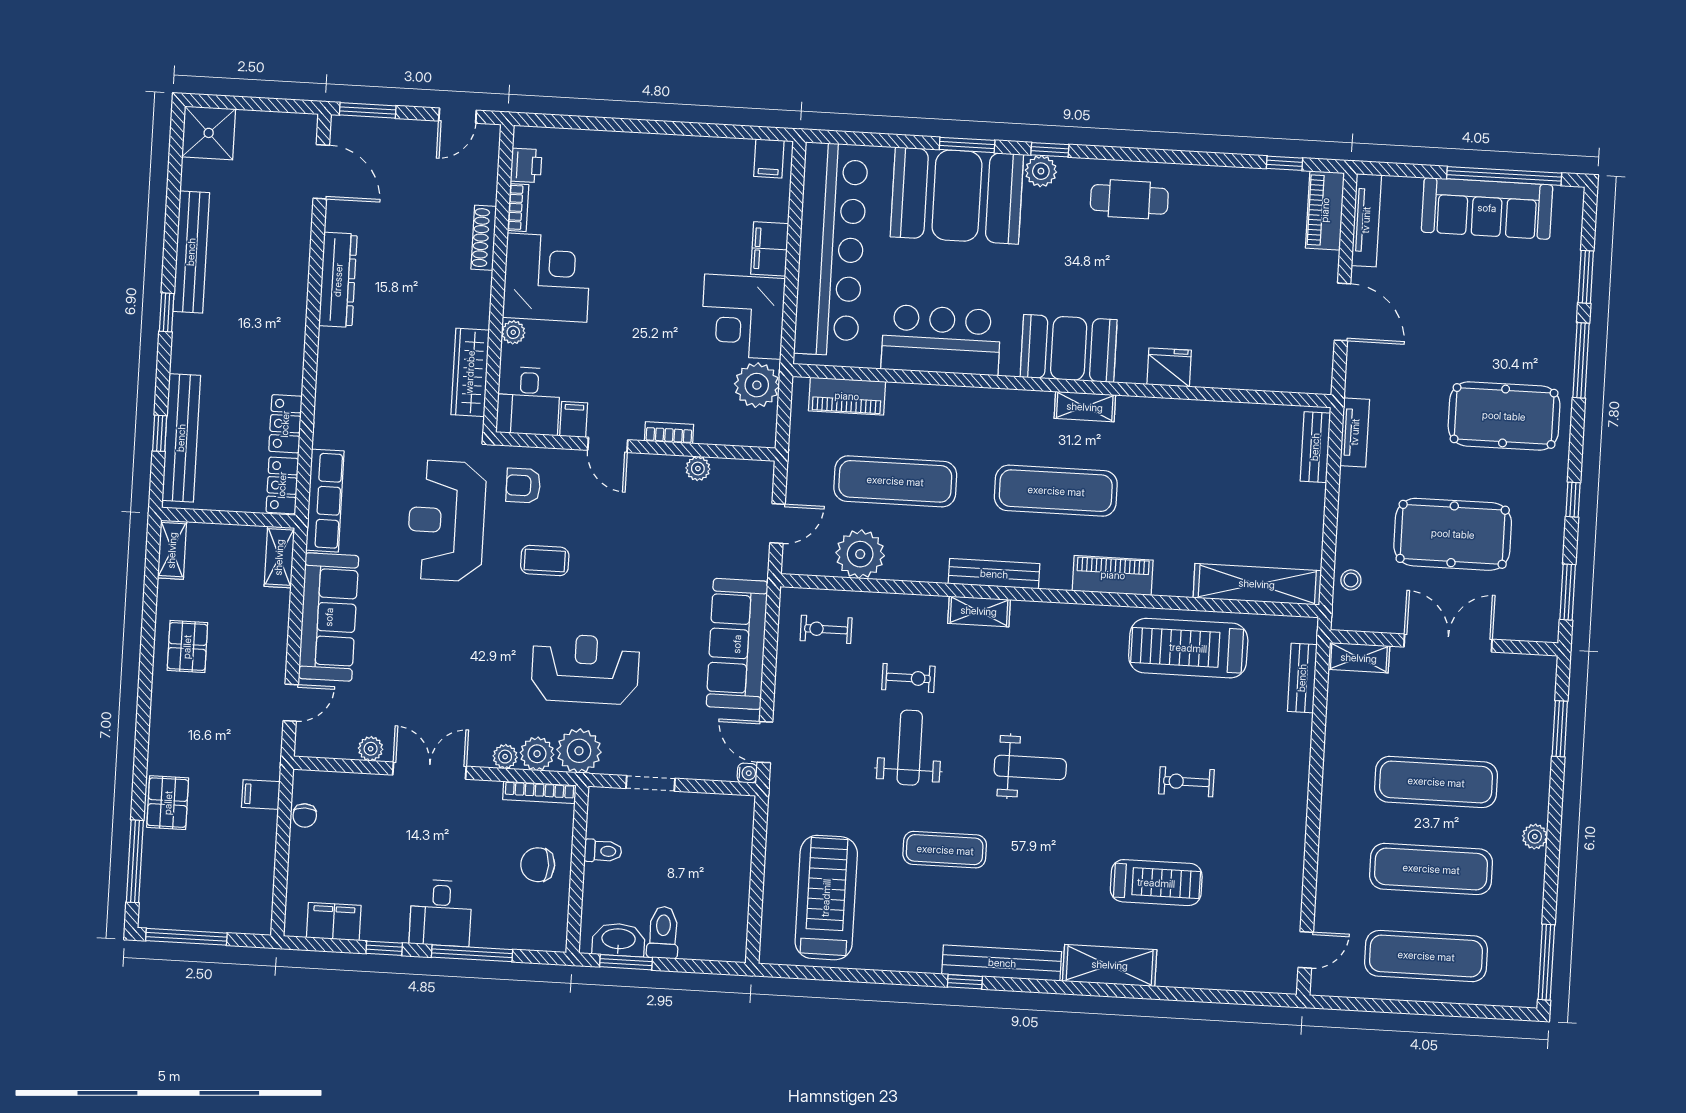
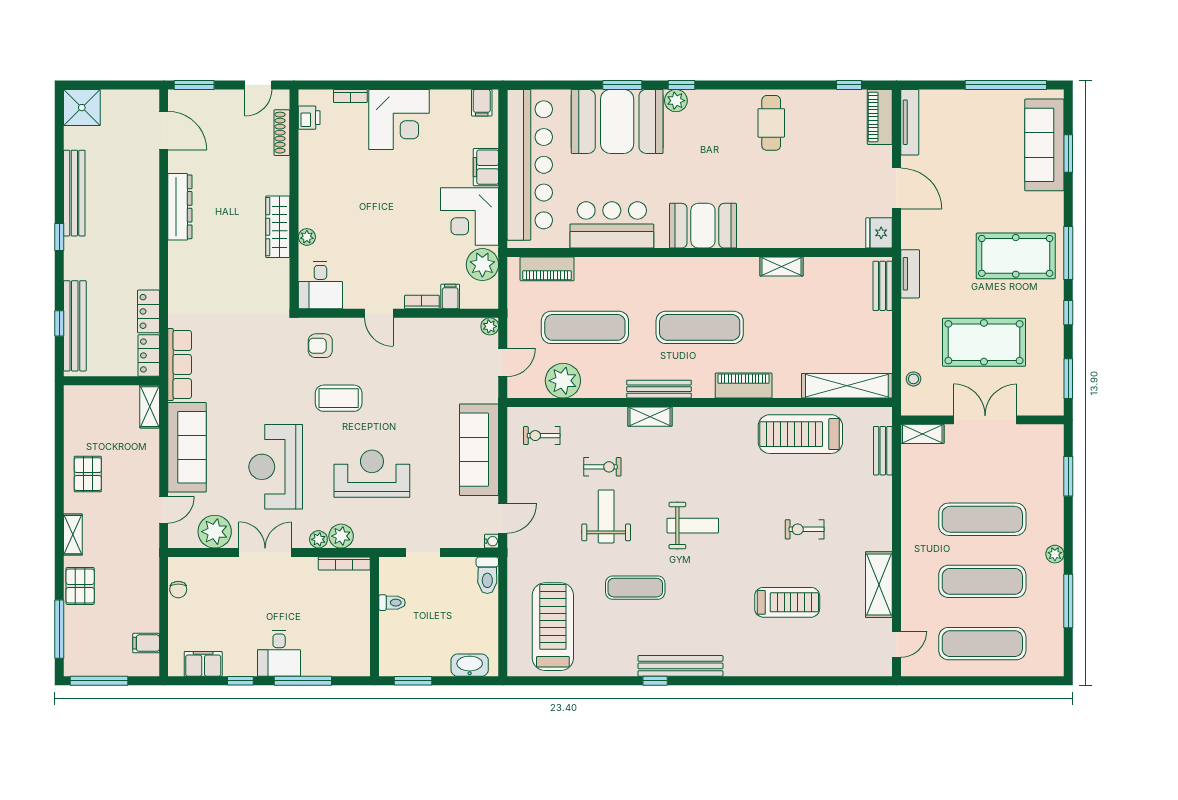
cafe table: (1129, 199) -> (771, 123), moved, turned 90
bookcase: (518, 208) -> (350, 96), moved, turned 90
sofa: (1487, 208) -> (1044, 145), moved, turned 90
shoe rack: (484, 238) -> (282, 133), moved
corner desk: (547, 278) -> (399, 120), moved, turned 90
window: (1581, 360) -> (1068, 253), moved
fridge: (1169, 367) -> (879, 233), moved, turned -90
wardrobe: (470, 372) -> (278, 227), moved
shelving: (1085, 407) -> (782, 266), moved
filing cabinet: (574, 419) -> (450, 297), moved
plant: (698, 468) -> (490, 326), moved
reception desk: (447, 521) -> (276, 467), moved
shelving: (172, 550) -> (73, 535), moved
coffee table: (545, 561) -> (339, 398), width x1.36, depth x1.30
door: (765, 742) -> (503, 518), swing flipped
plant: (371, 749) -> (215, 532), width x1.87, depth x1.87
plant: (579, 751) -> (371, 532), removed
filing cabinet: (261, 794) -> (146, 643), moved
chair: (538, 865) -> (346, 615), removed
toilet: (663, 932) -> (487, 575), moved, turned 180
washbasin: (618, 940) -> (470, 665), moved
window: (1546, 962) -> (1068, 601), moved
shelving: (1110, 965) -> (879, 585), moved, turned 90

